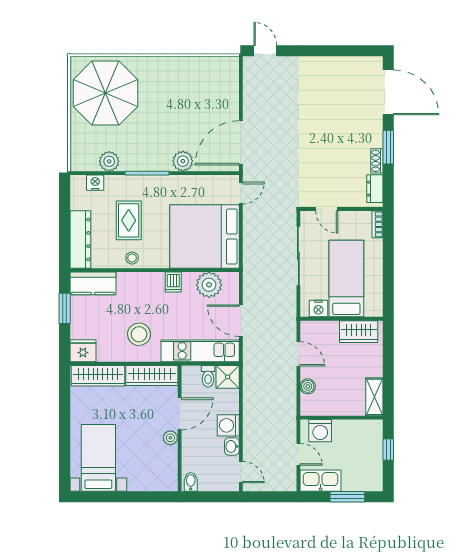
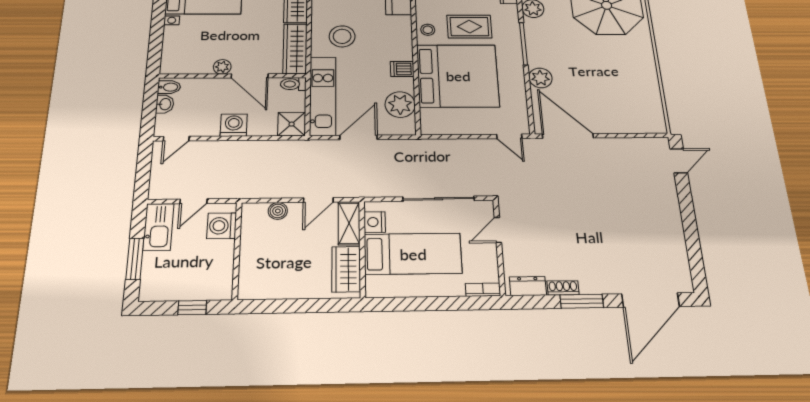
bed: (204, 237) -> (458, 76), moved, turned 90
toilet: (208, 376) -> (293, 84), moved
shelving: (374, 397) -> (349, 223), moved, turned 90
washbasin: (232, 446) -> (165, 104), moved, turned 90

